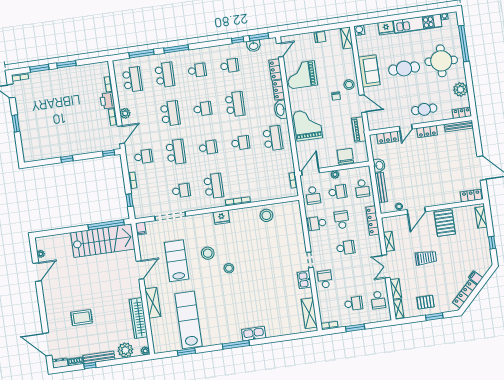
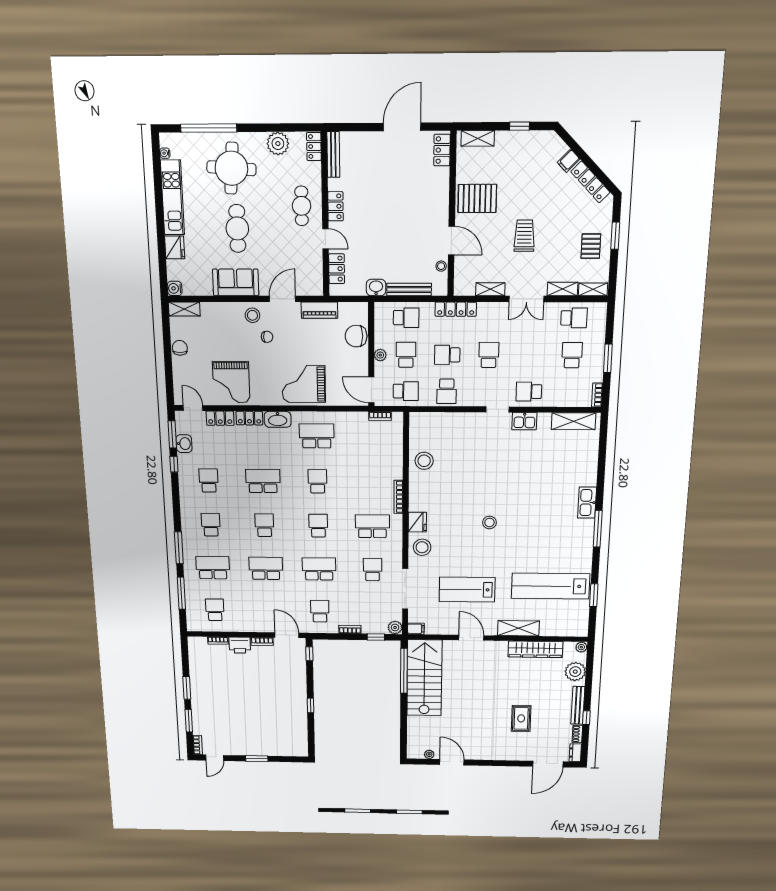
school desk: (132, 80) -> (215, 610), width x0.54
plant: (125, 113) -> (395, 627), moved
stool: (208, 253) -> (422, 547), moved

